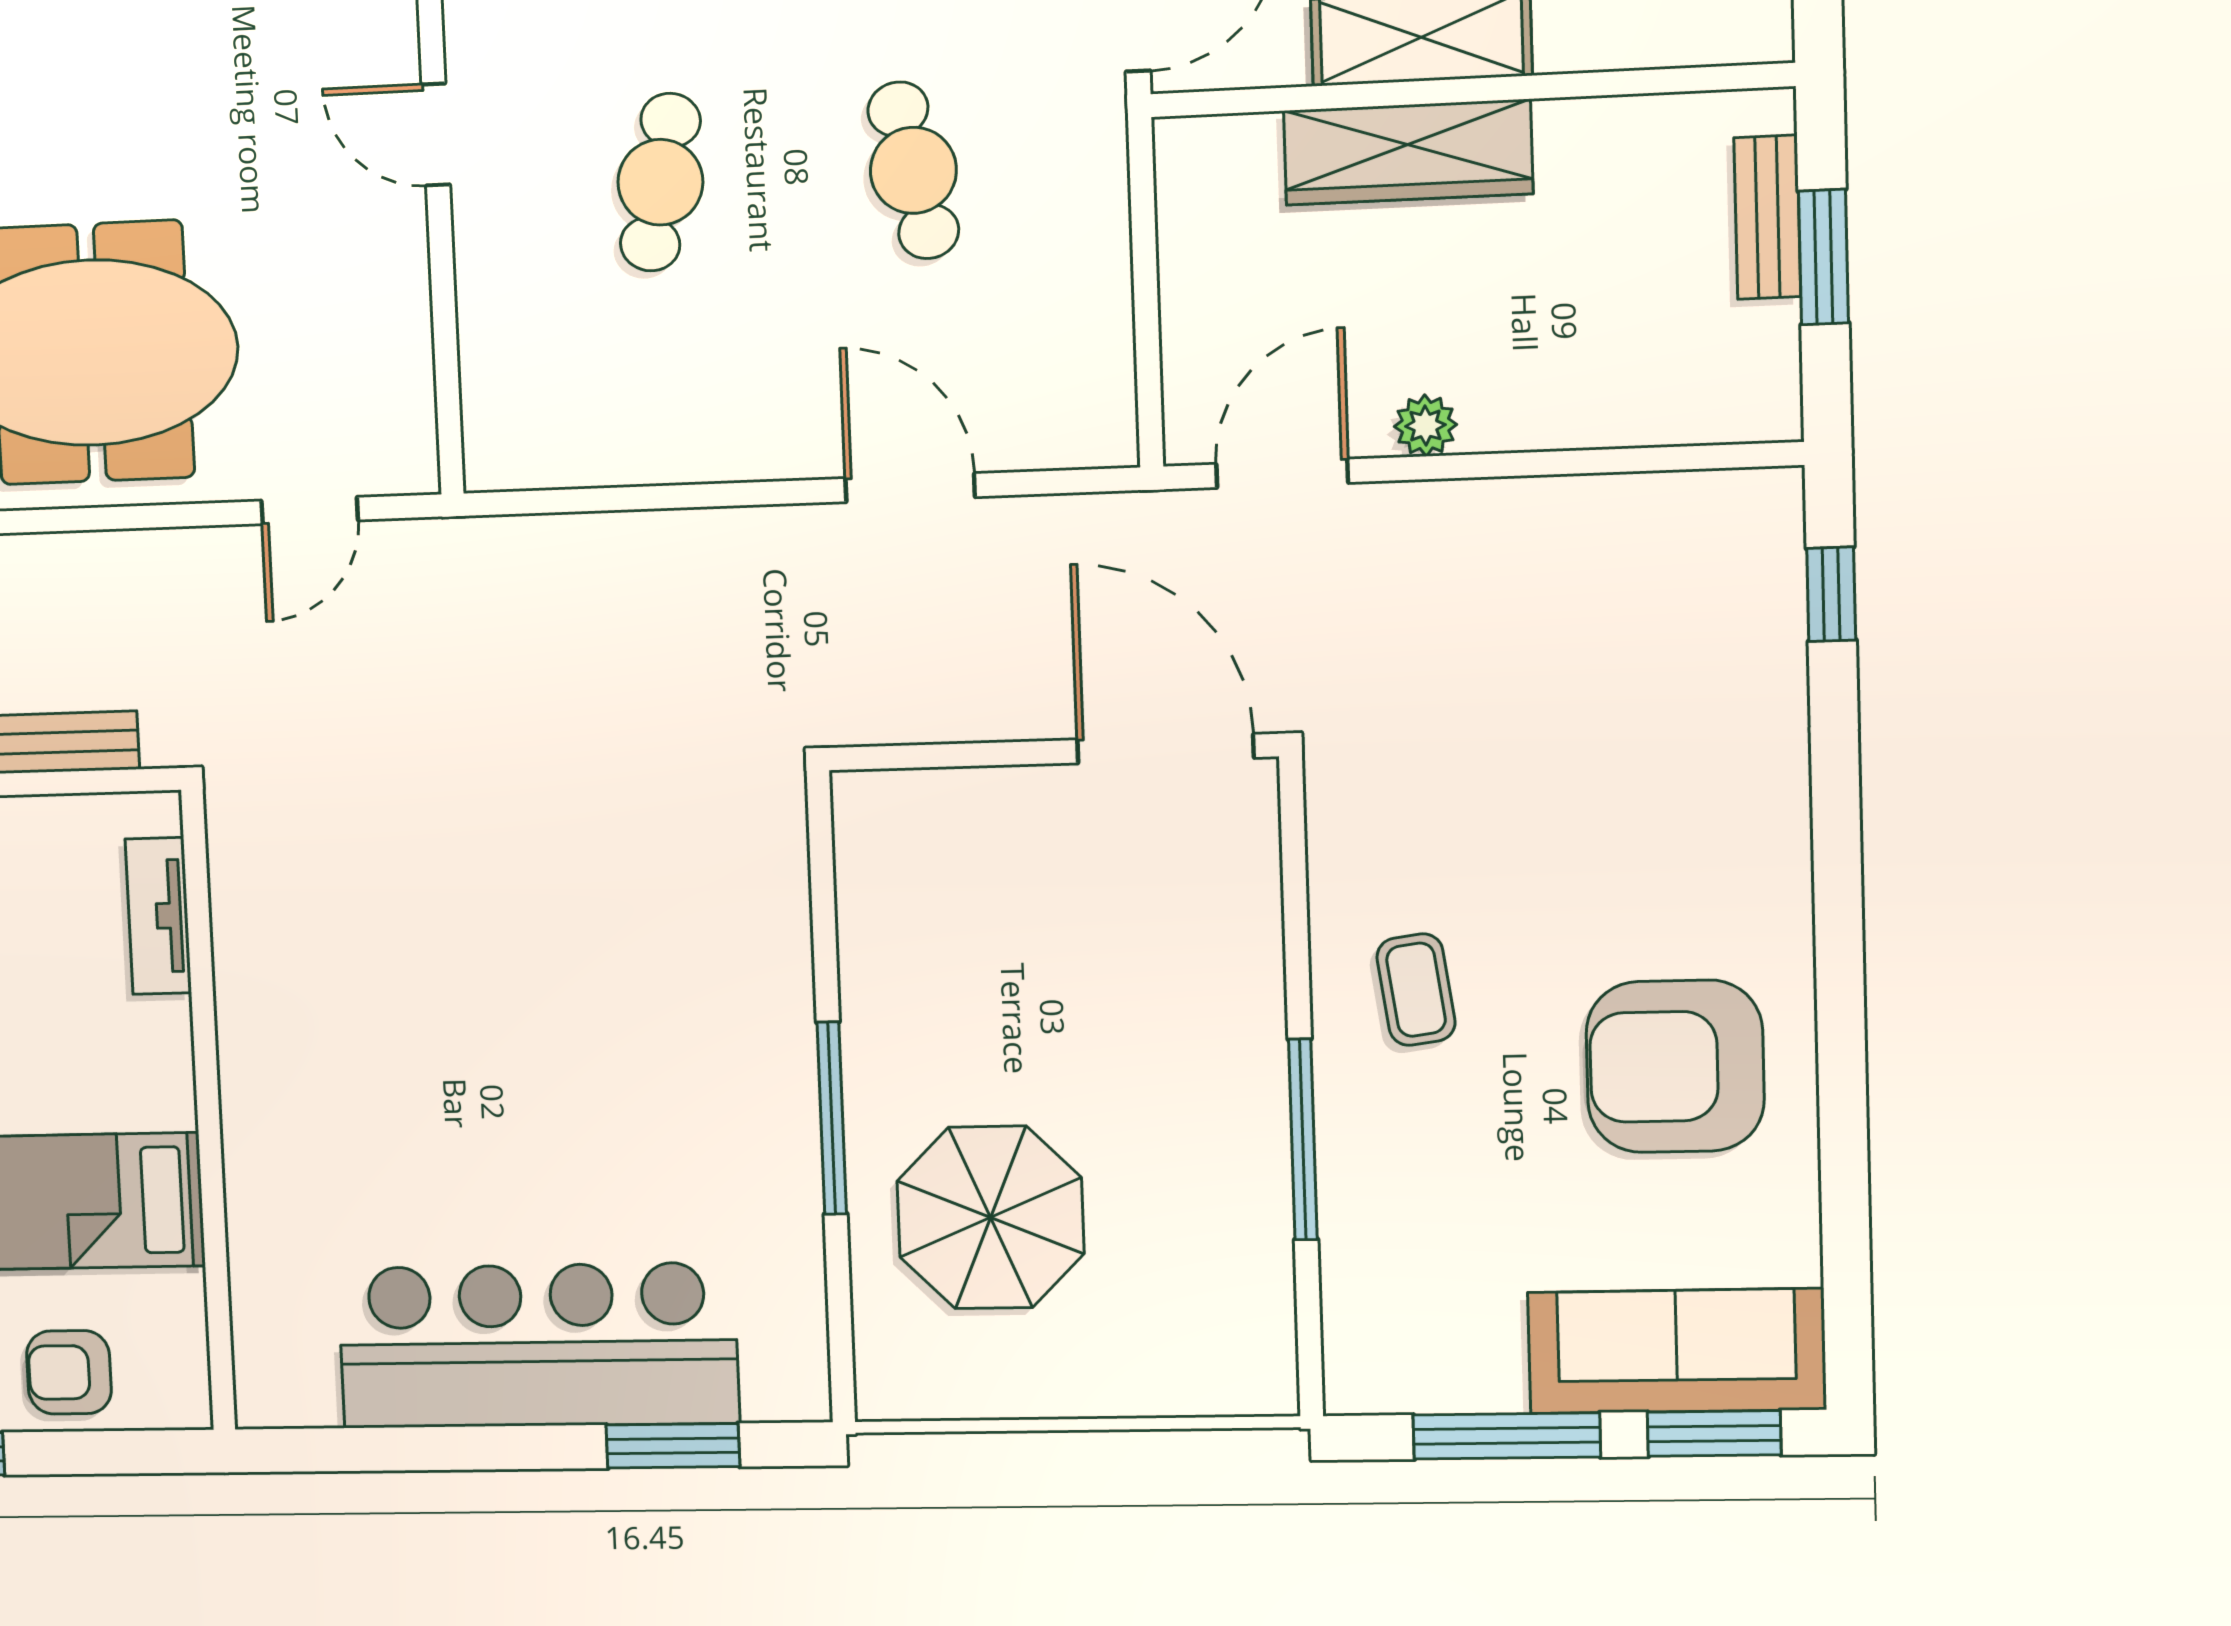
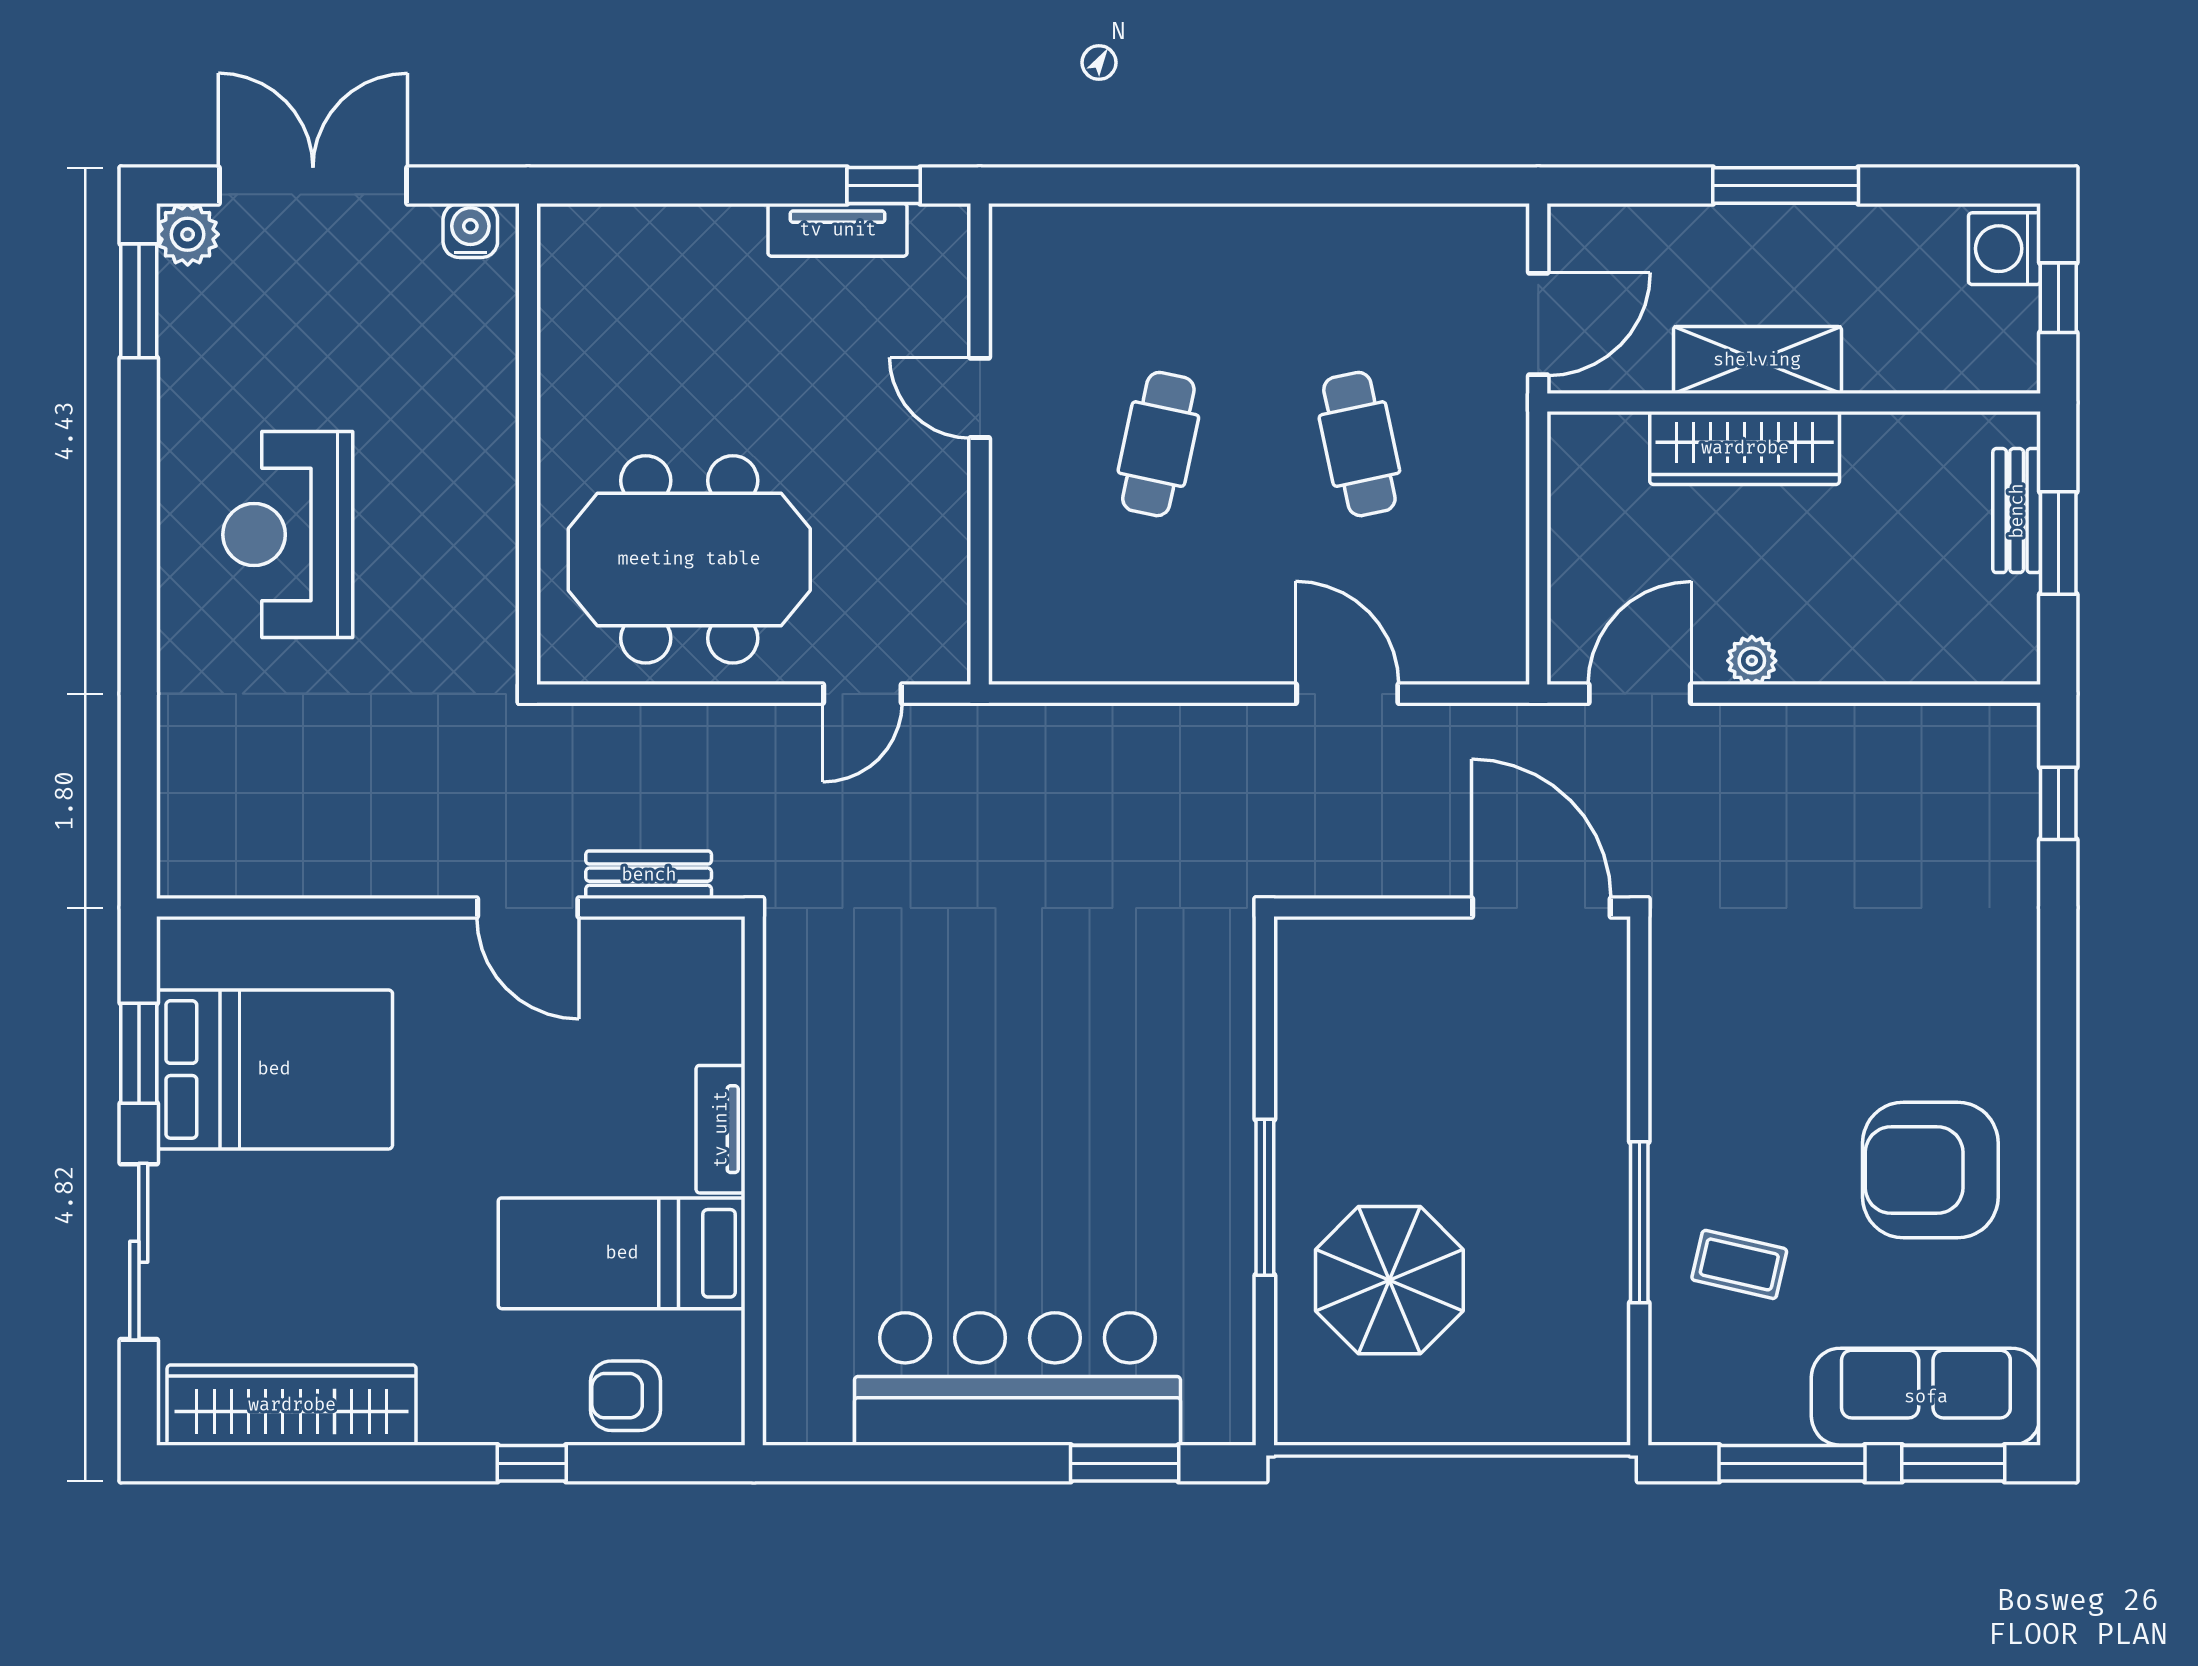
tv unit: (158, 916) -> (721, 1129), moved
coffee table: (1416, 990) -> (1739, 1264), moved, turned -69

